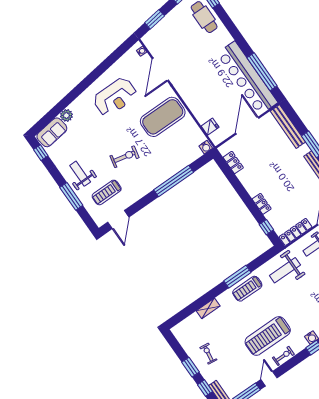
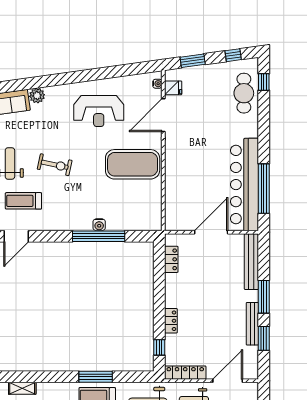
fridge: (210, 127) -> (173, 88), moved
water cooler: (206, 147) -> (99, 225), moved
exercise bike: (124, 157) -> (55, 165), moved
shelving: (208, 308) -> (22, 388), moved

